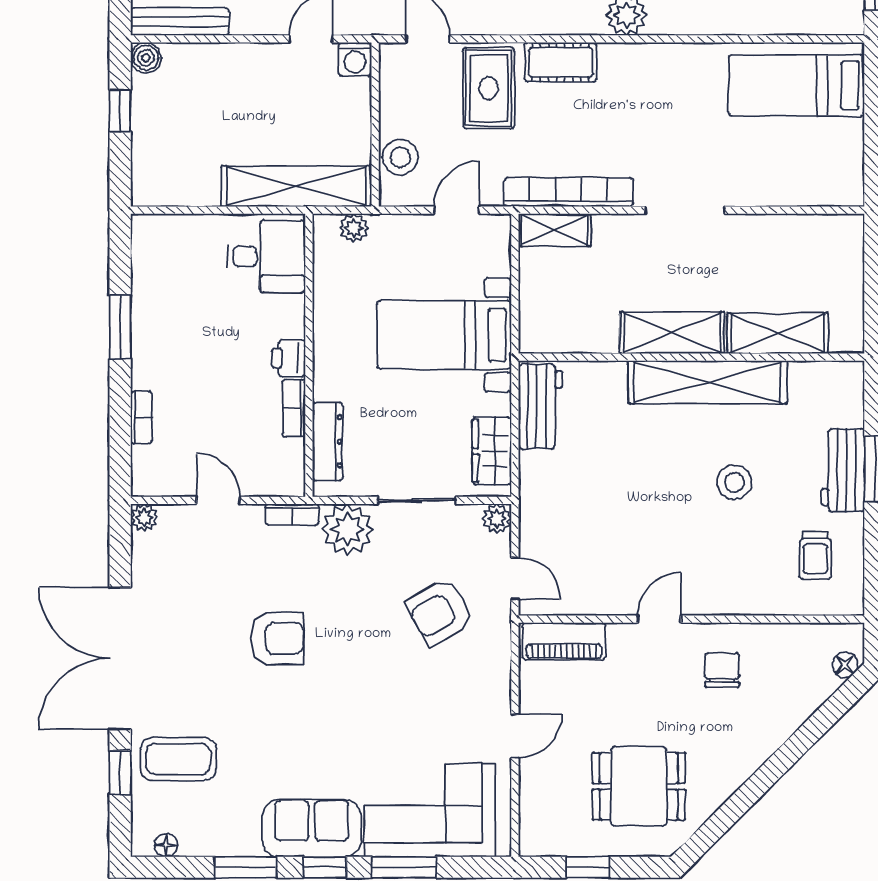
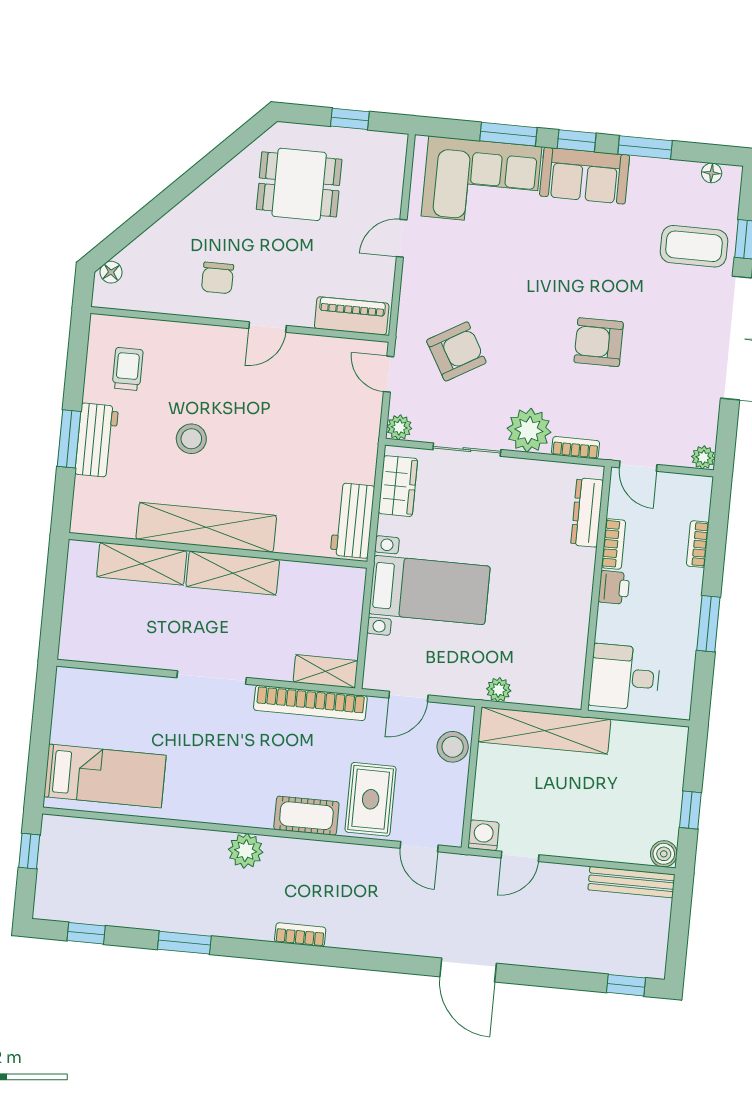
desk: (266, 256) -> (625, 677), moved
wall: (309, 355) -> (596, 588), moved
printer: (289, 358) -> (614, 587), moved
bookcase: (294, 408) -> (613, 544), moved
dresser: (328, 441) -> (587, 512), moved

